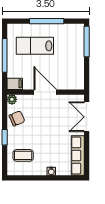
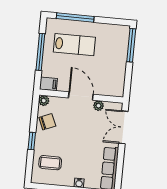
window: (47, 21) -> (75, 18), moved
lab bench: (35, 46) -> (74, 45), turned 180
plant: (62, 99) -> (98, 106), added

